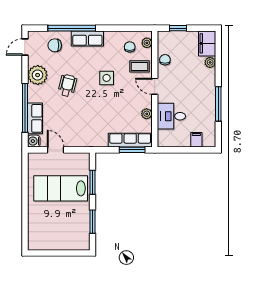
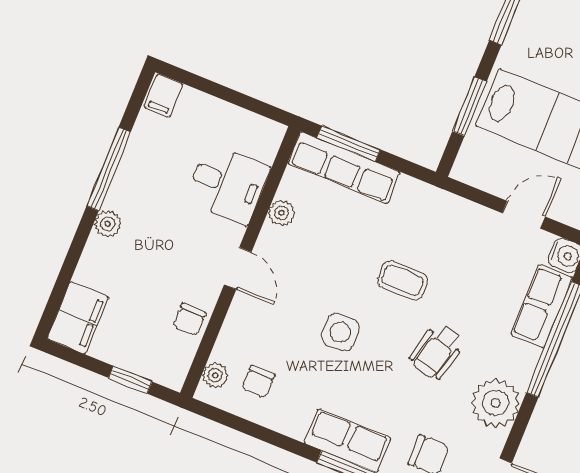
plant: (210, 62) -> (108, 224), moved
coffee table: (139, 66) -> (403, 280), moved
filing cabinet: (196, 140) -> (163, 95), moved
door: (56, 150) -> (524, 215), swing flipped

